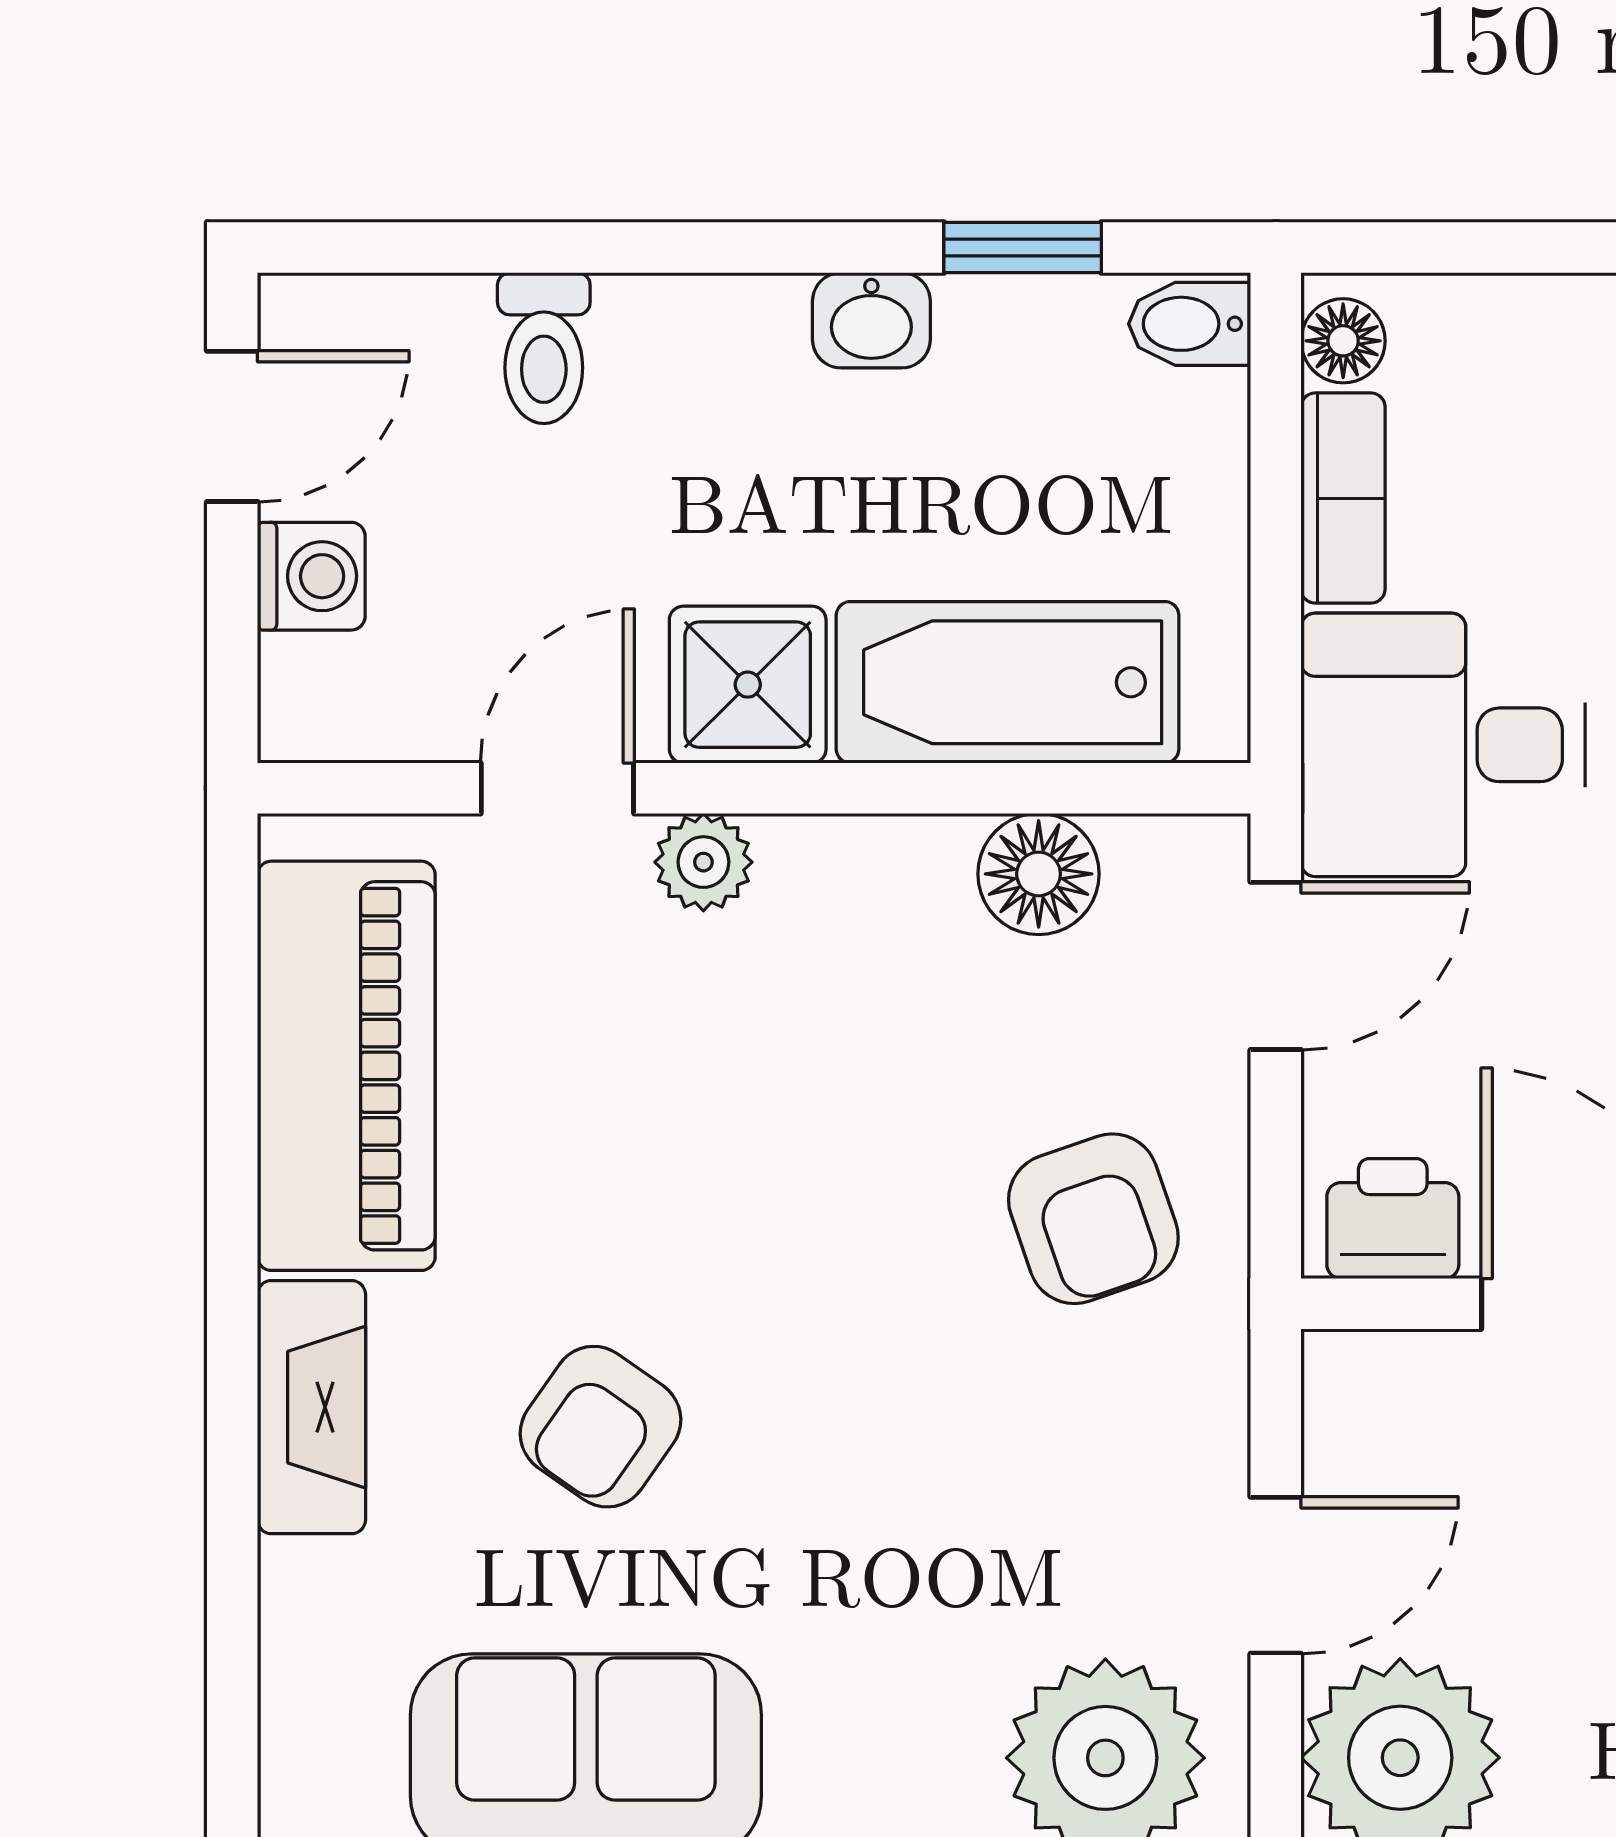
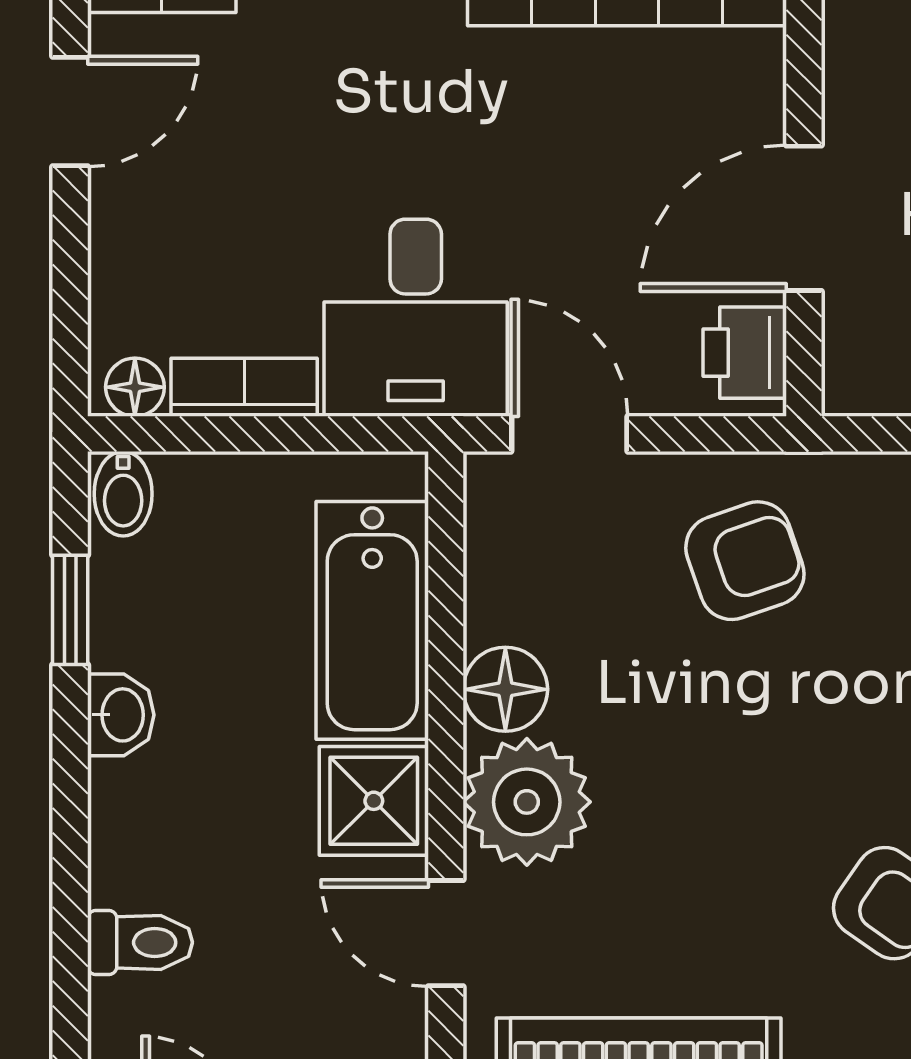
plant: (703, 862) -> (527, 802), width x1.88, depth x1.88
floor lamp: (1039, 874) -> (505, 689), moved

